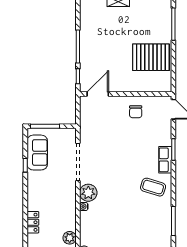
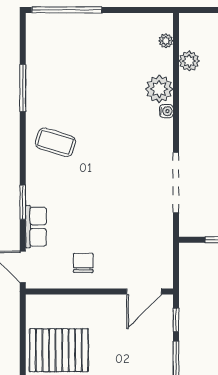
row of seats: (165, 160) -> (36, 227), moved
plant: (88, 193) -> (159, 89), moved

